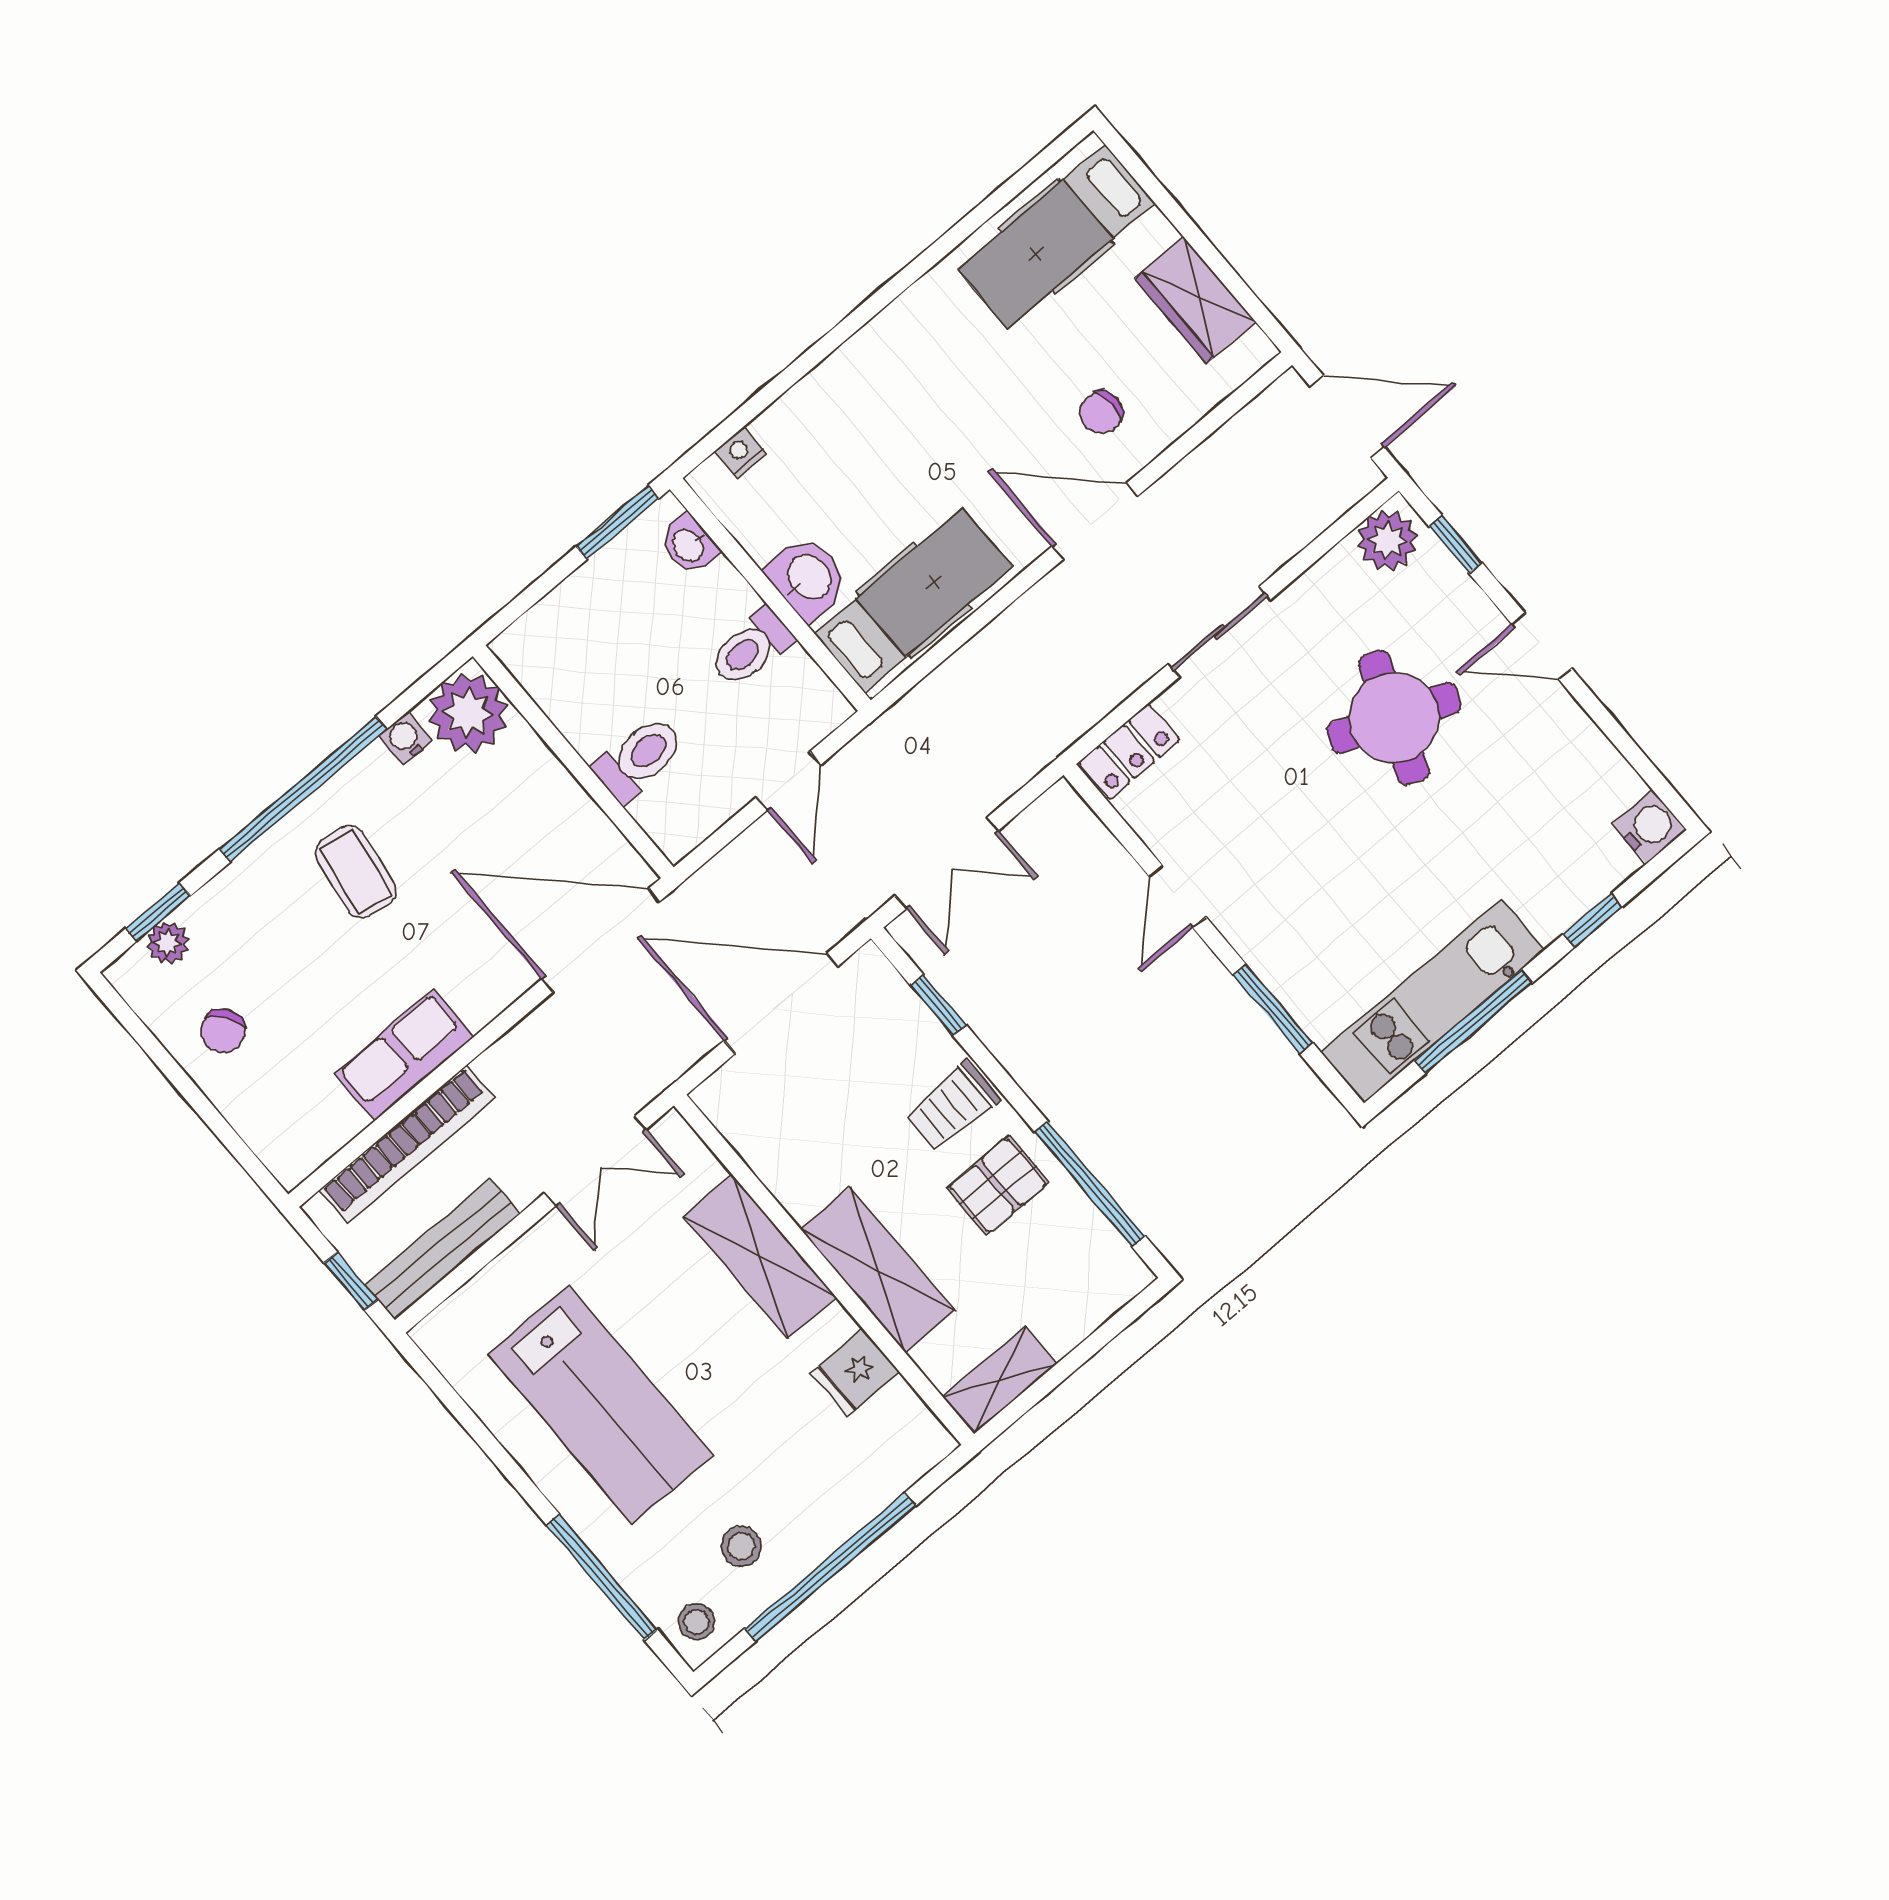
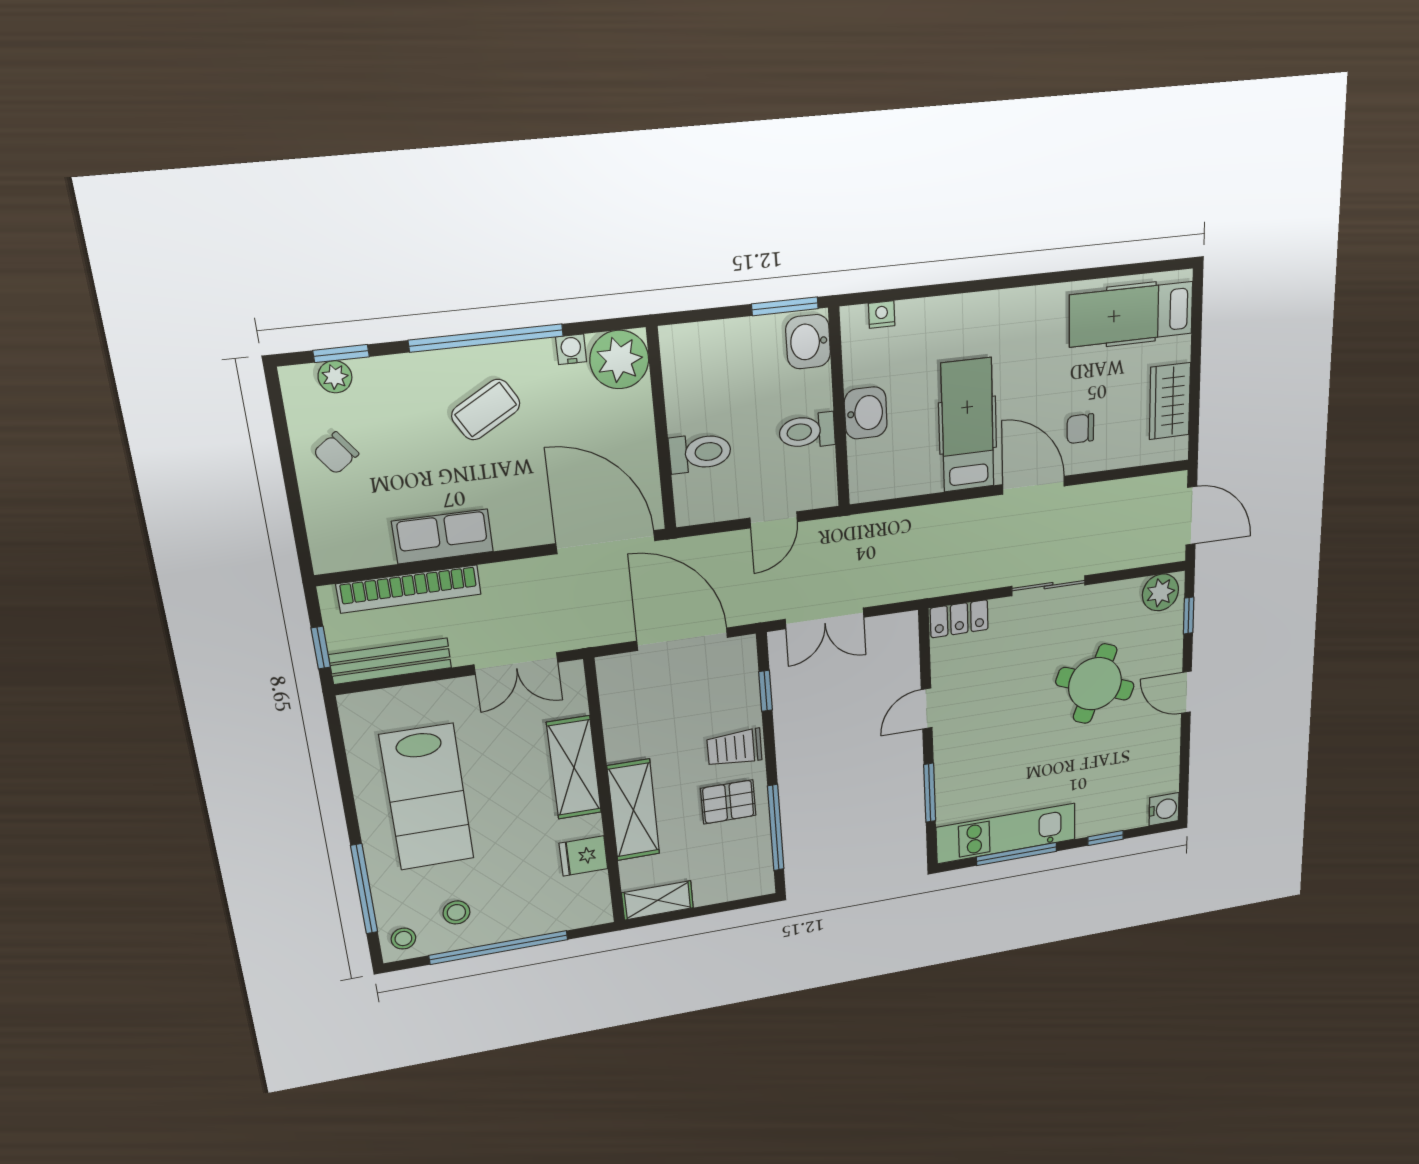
washbasin: (689, 545) -> (808, 342), width x1.38, depth x1.45
hospital bed: (913, 600) -> (968, 425), moved, turned -90
coffee table: (356, 872) -> (486, 410), turned 51

